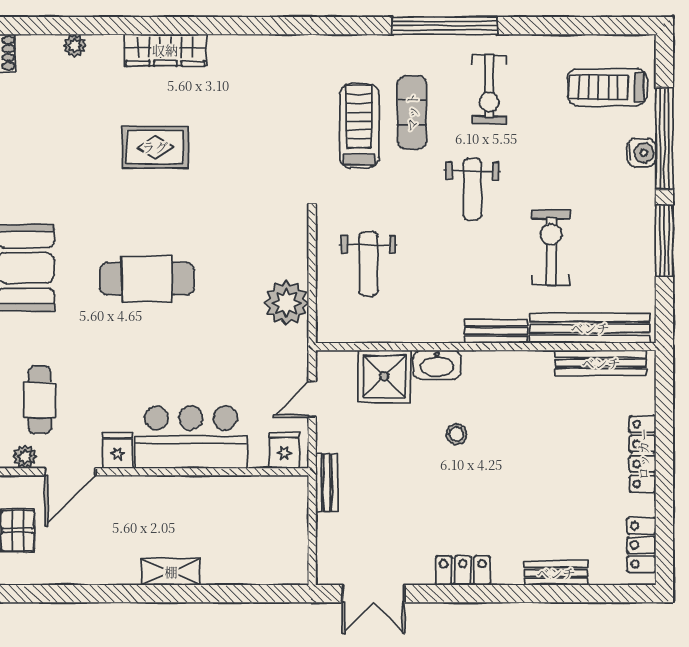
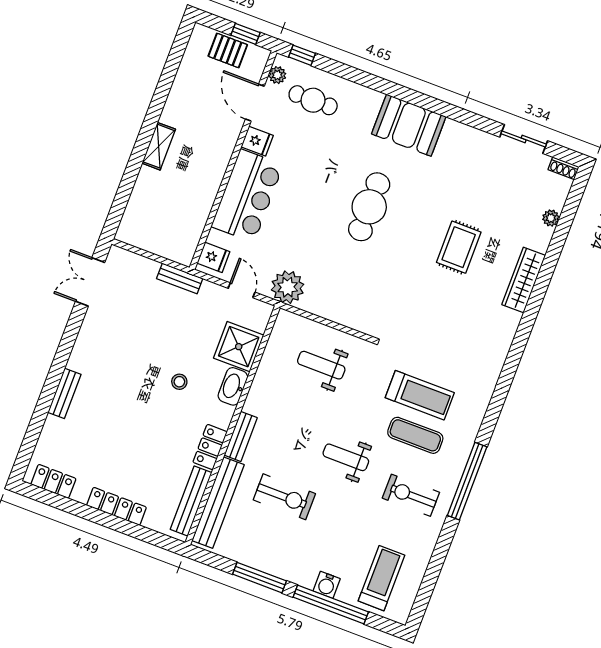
plant: (286, 303) -> (288, 287), moved
locker: (463, 570) -> (210, 447), moved, turned 180
bench: (556, 573) -> (64, 393), moved

